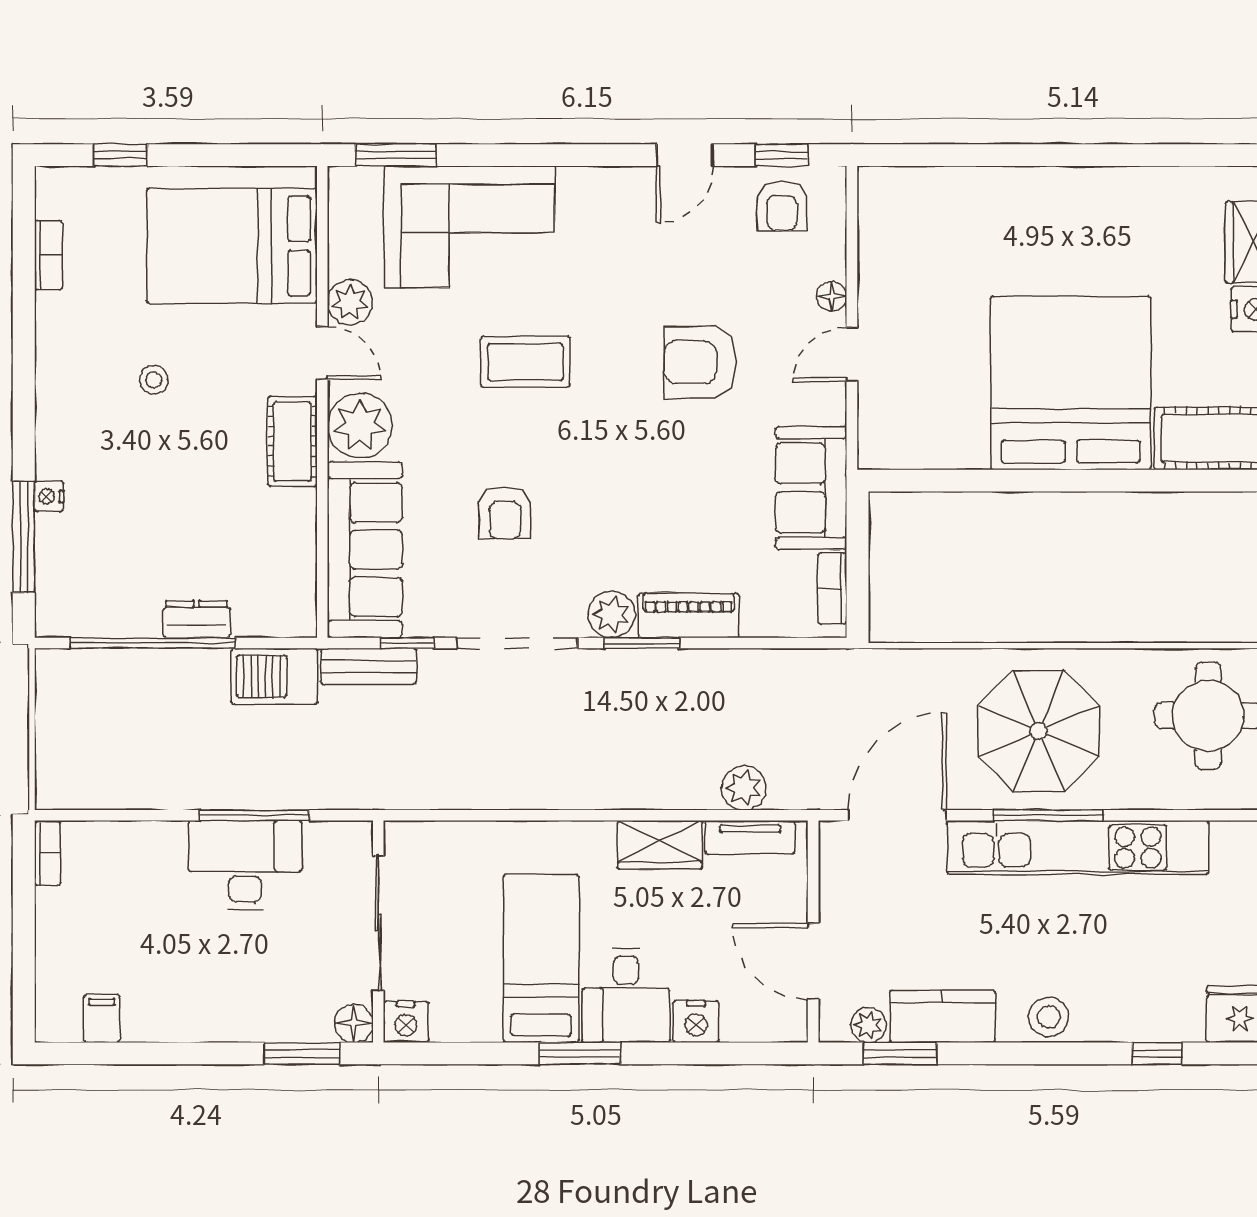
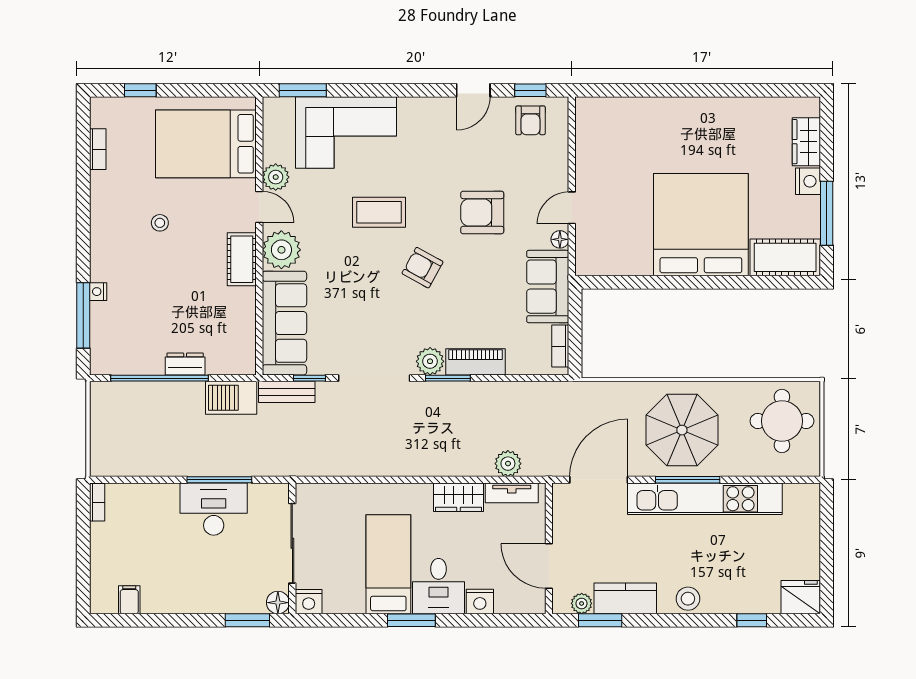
floor lamp: (832, 296) -> (560, 239), moved
armchair: (505, 513) -> (423, 268), moved, turned 119

